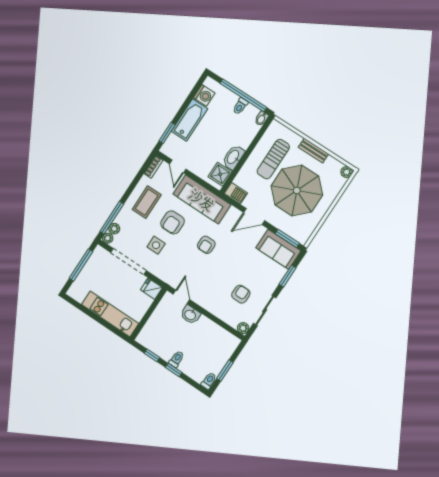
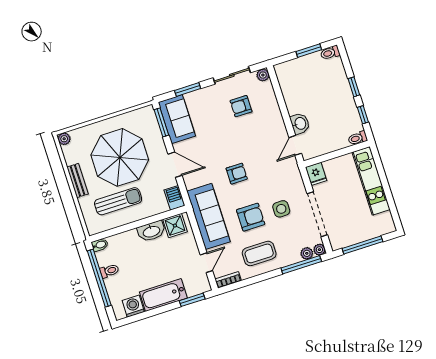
toilet: (176, 359) -> (358, 138), moved

